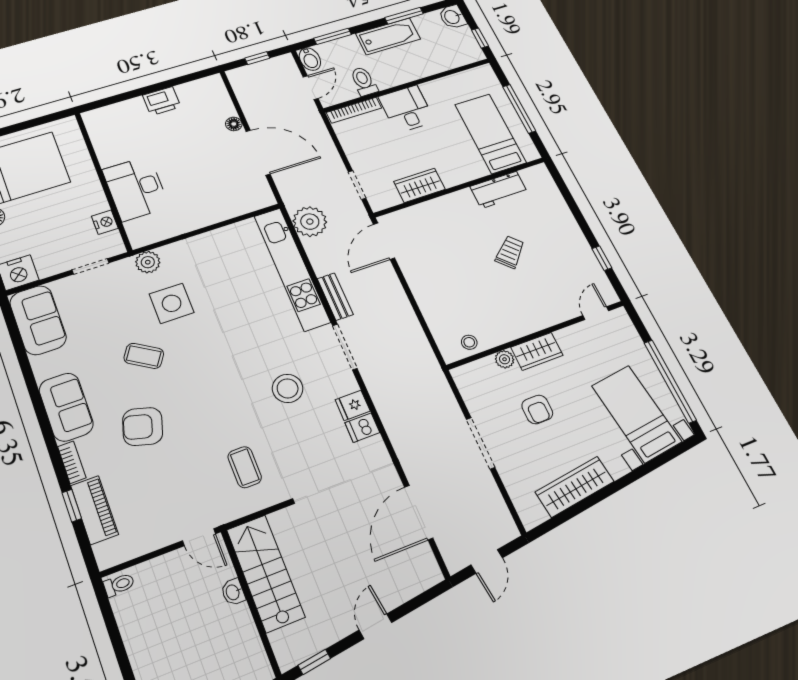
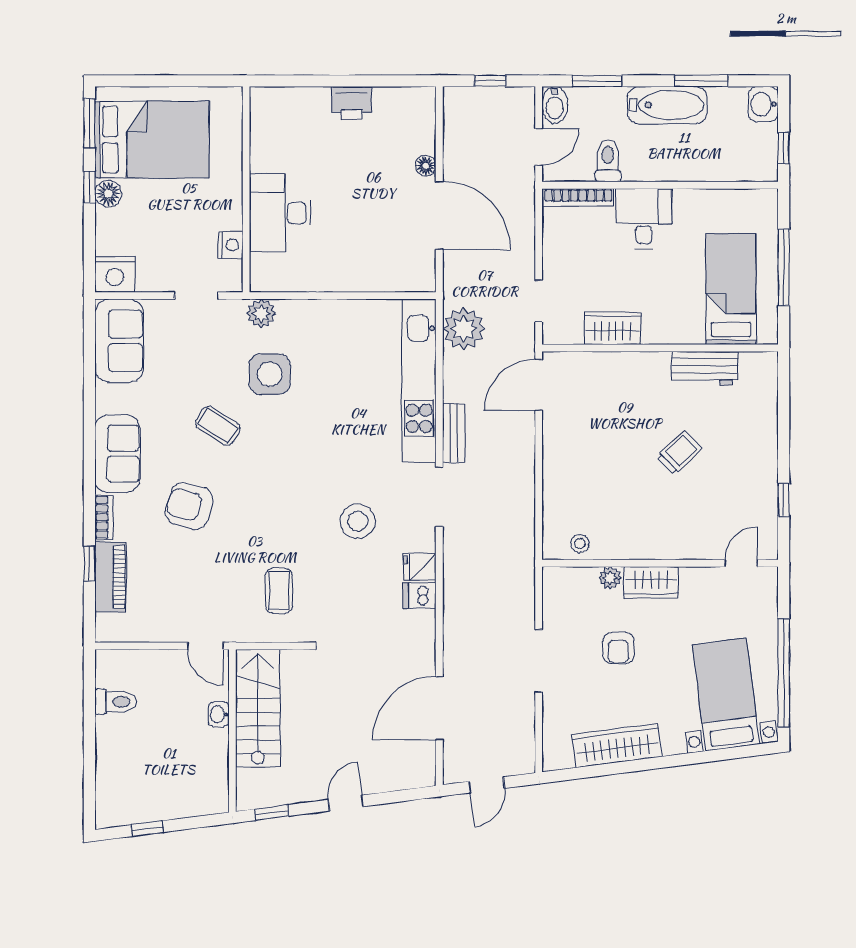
toilet: (119, 585) -> (116, 702), moved, width x1.37, depth x1.39

